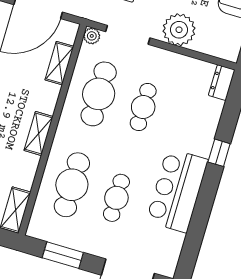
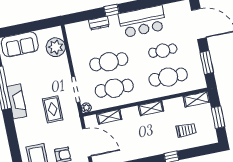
plant: (179, 30) -> (56, 47), moved
dresser: (222, 83) -> (99, 23), moved
cafe table: (143, 107) -> (109, 62), width x1.37, depth x1.35

